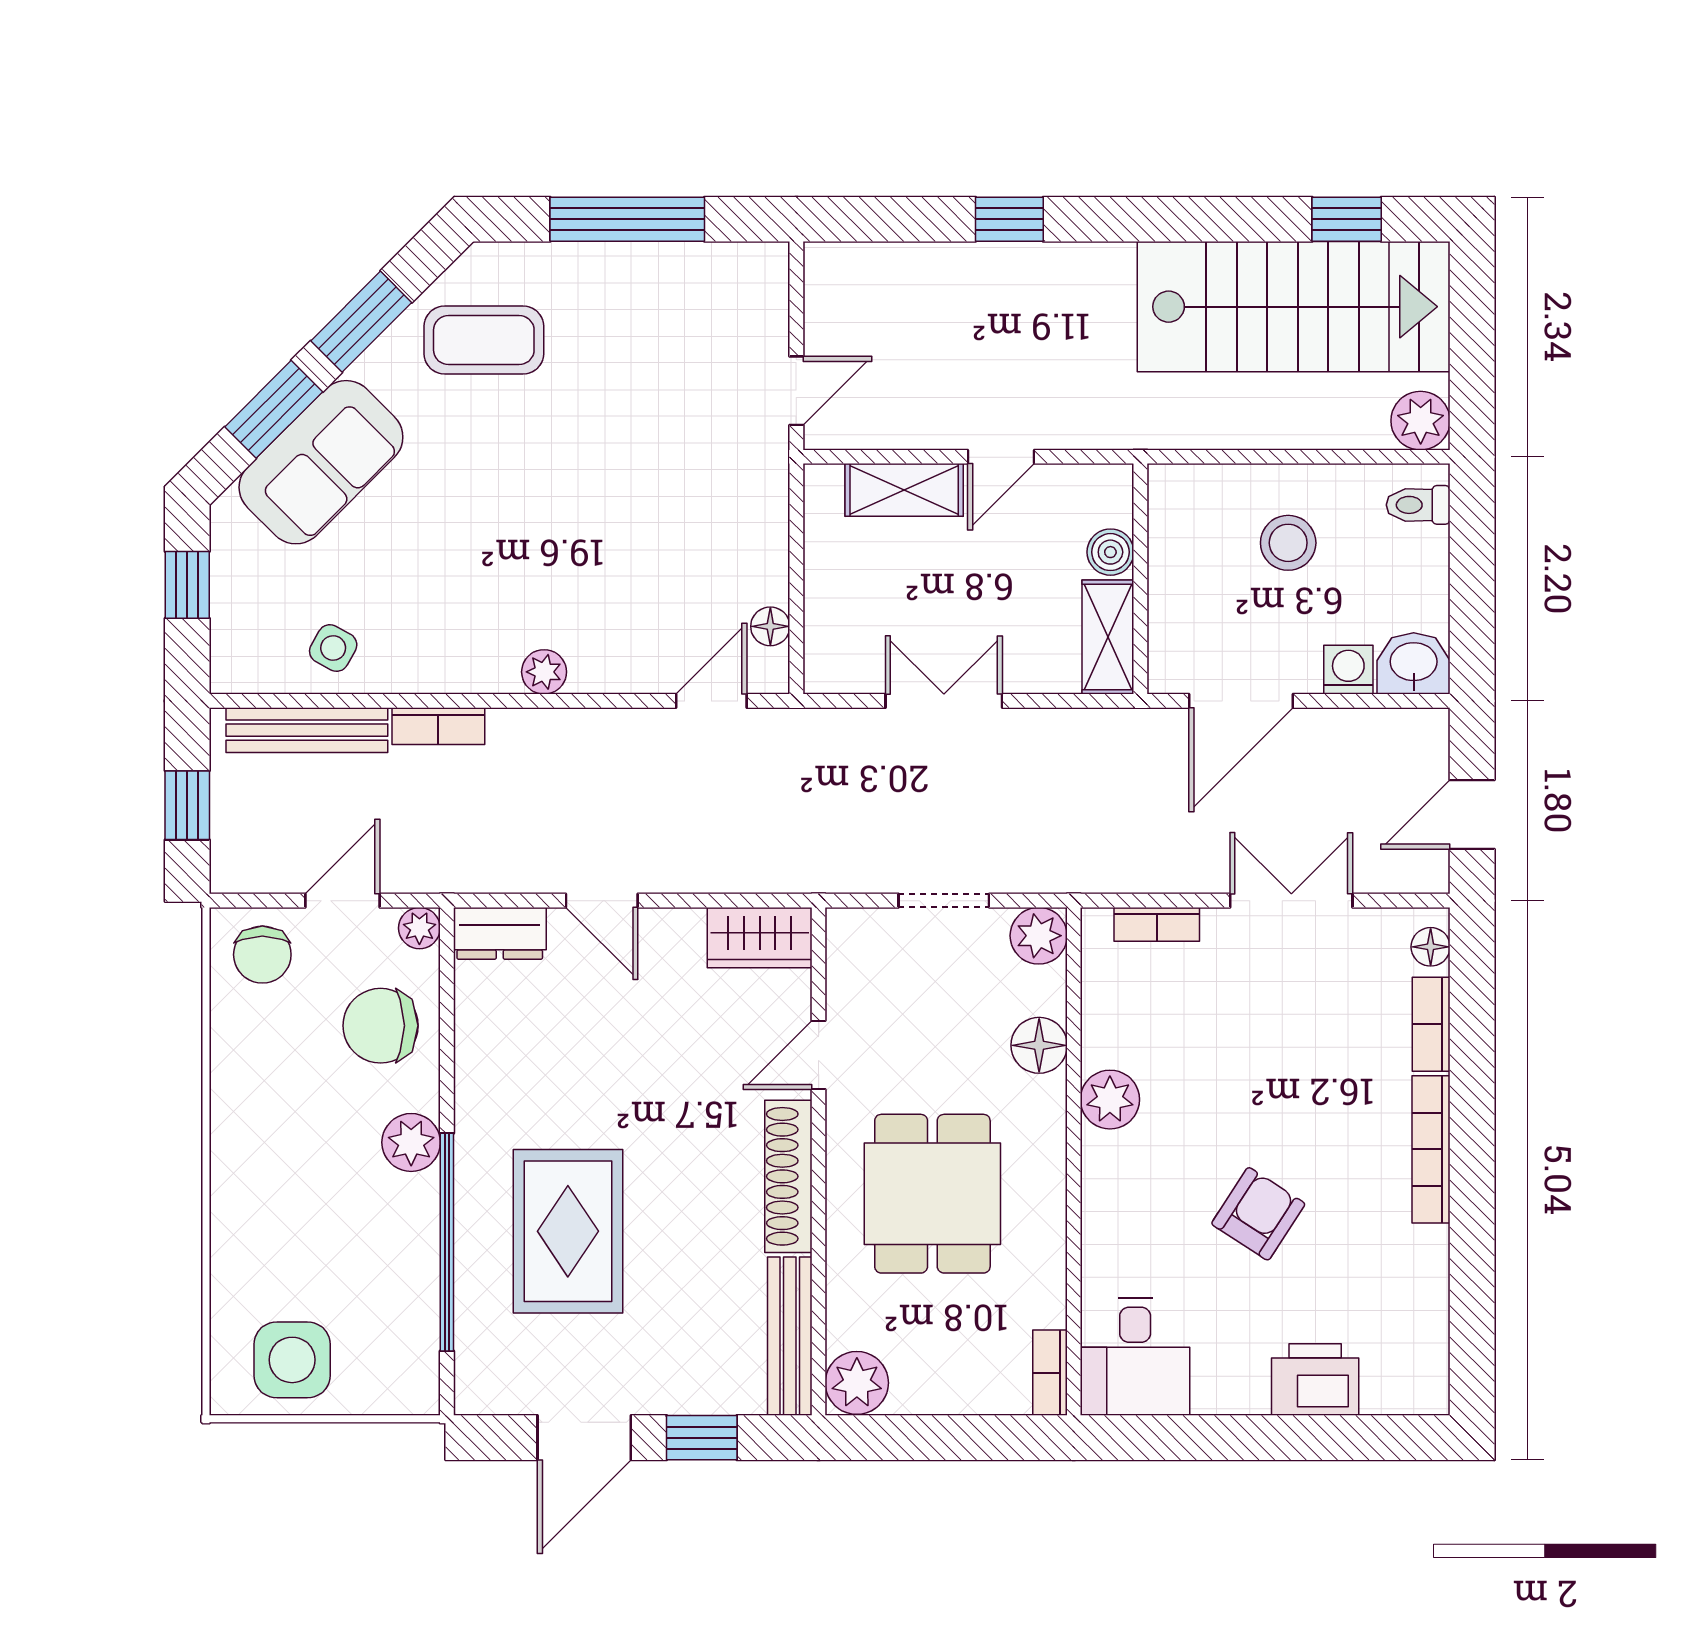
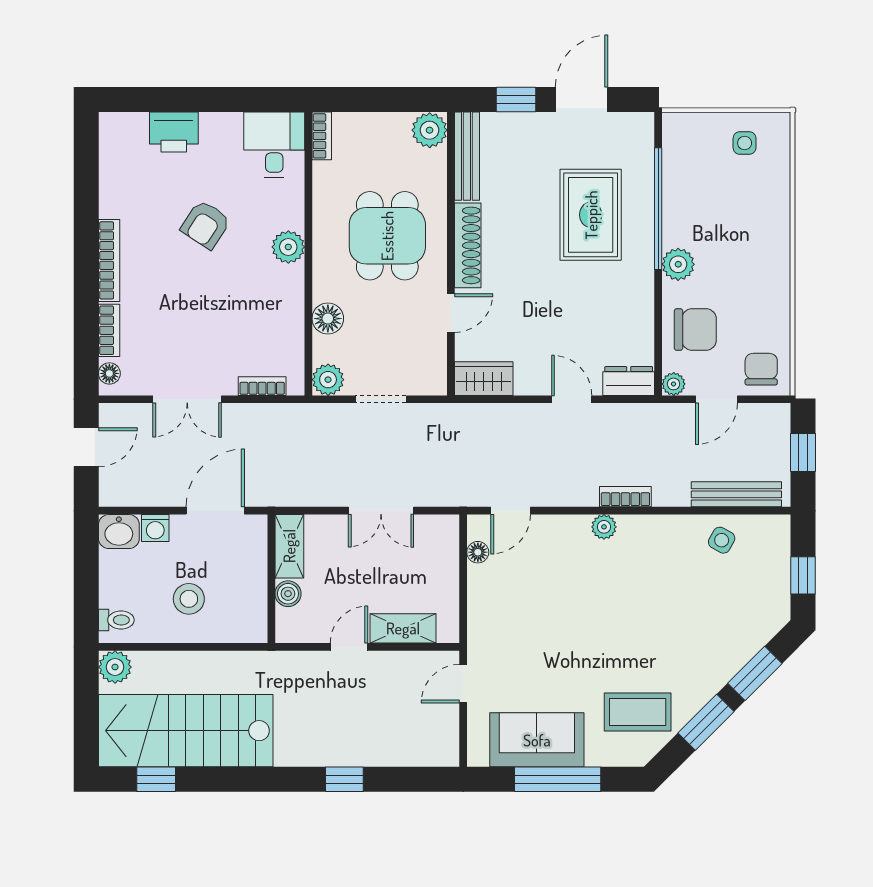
sofa: (321, 462) -> (537, 740), moved, turned 45
bookcase: (438, 726) -> (625, 497), moved
plant: (1110, 1100) -> (288, 247), moved
side table: (292, 1360) -> (745, 143), width x0.54, depth x0.54

